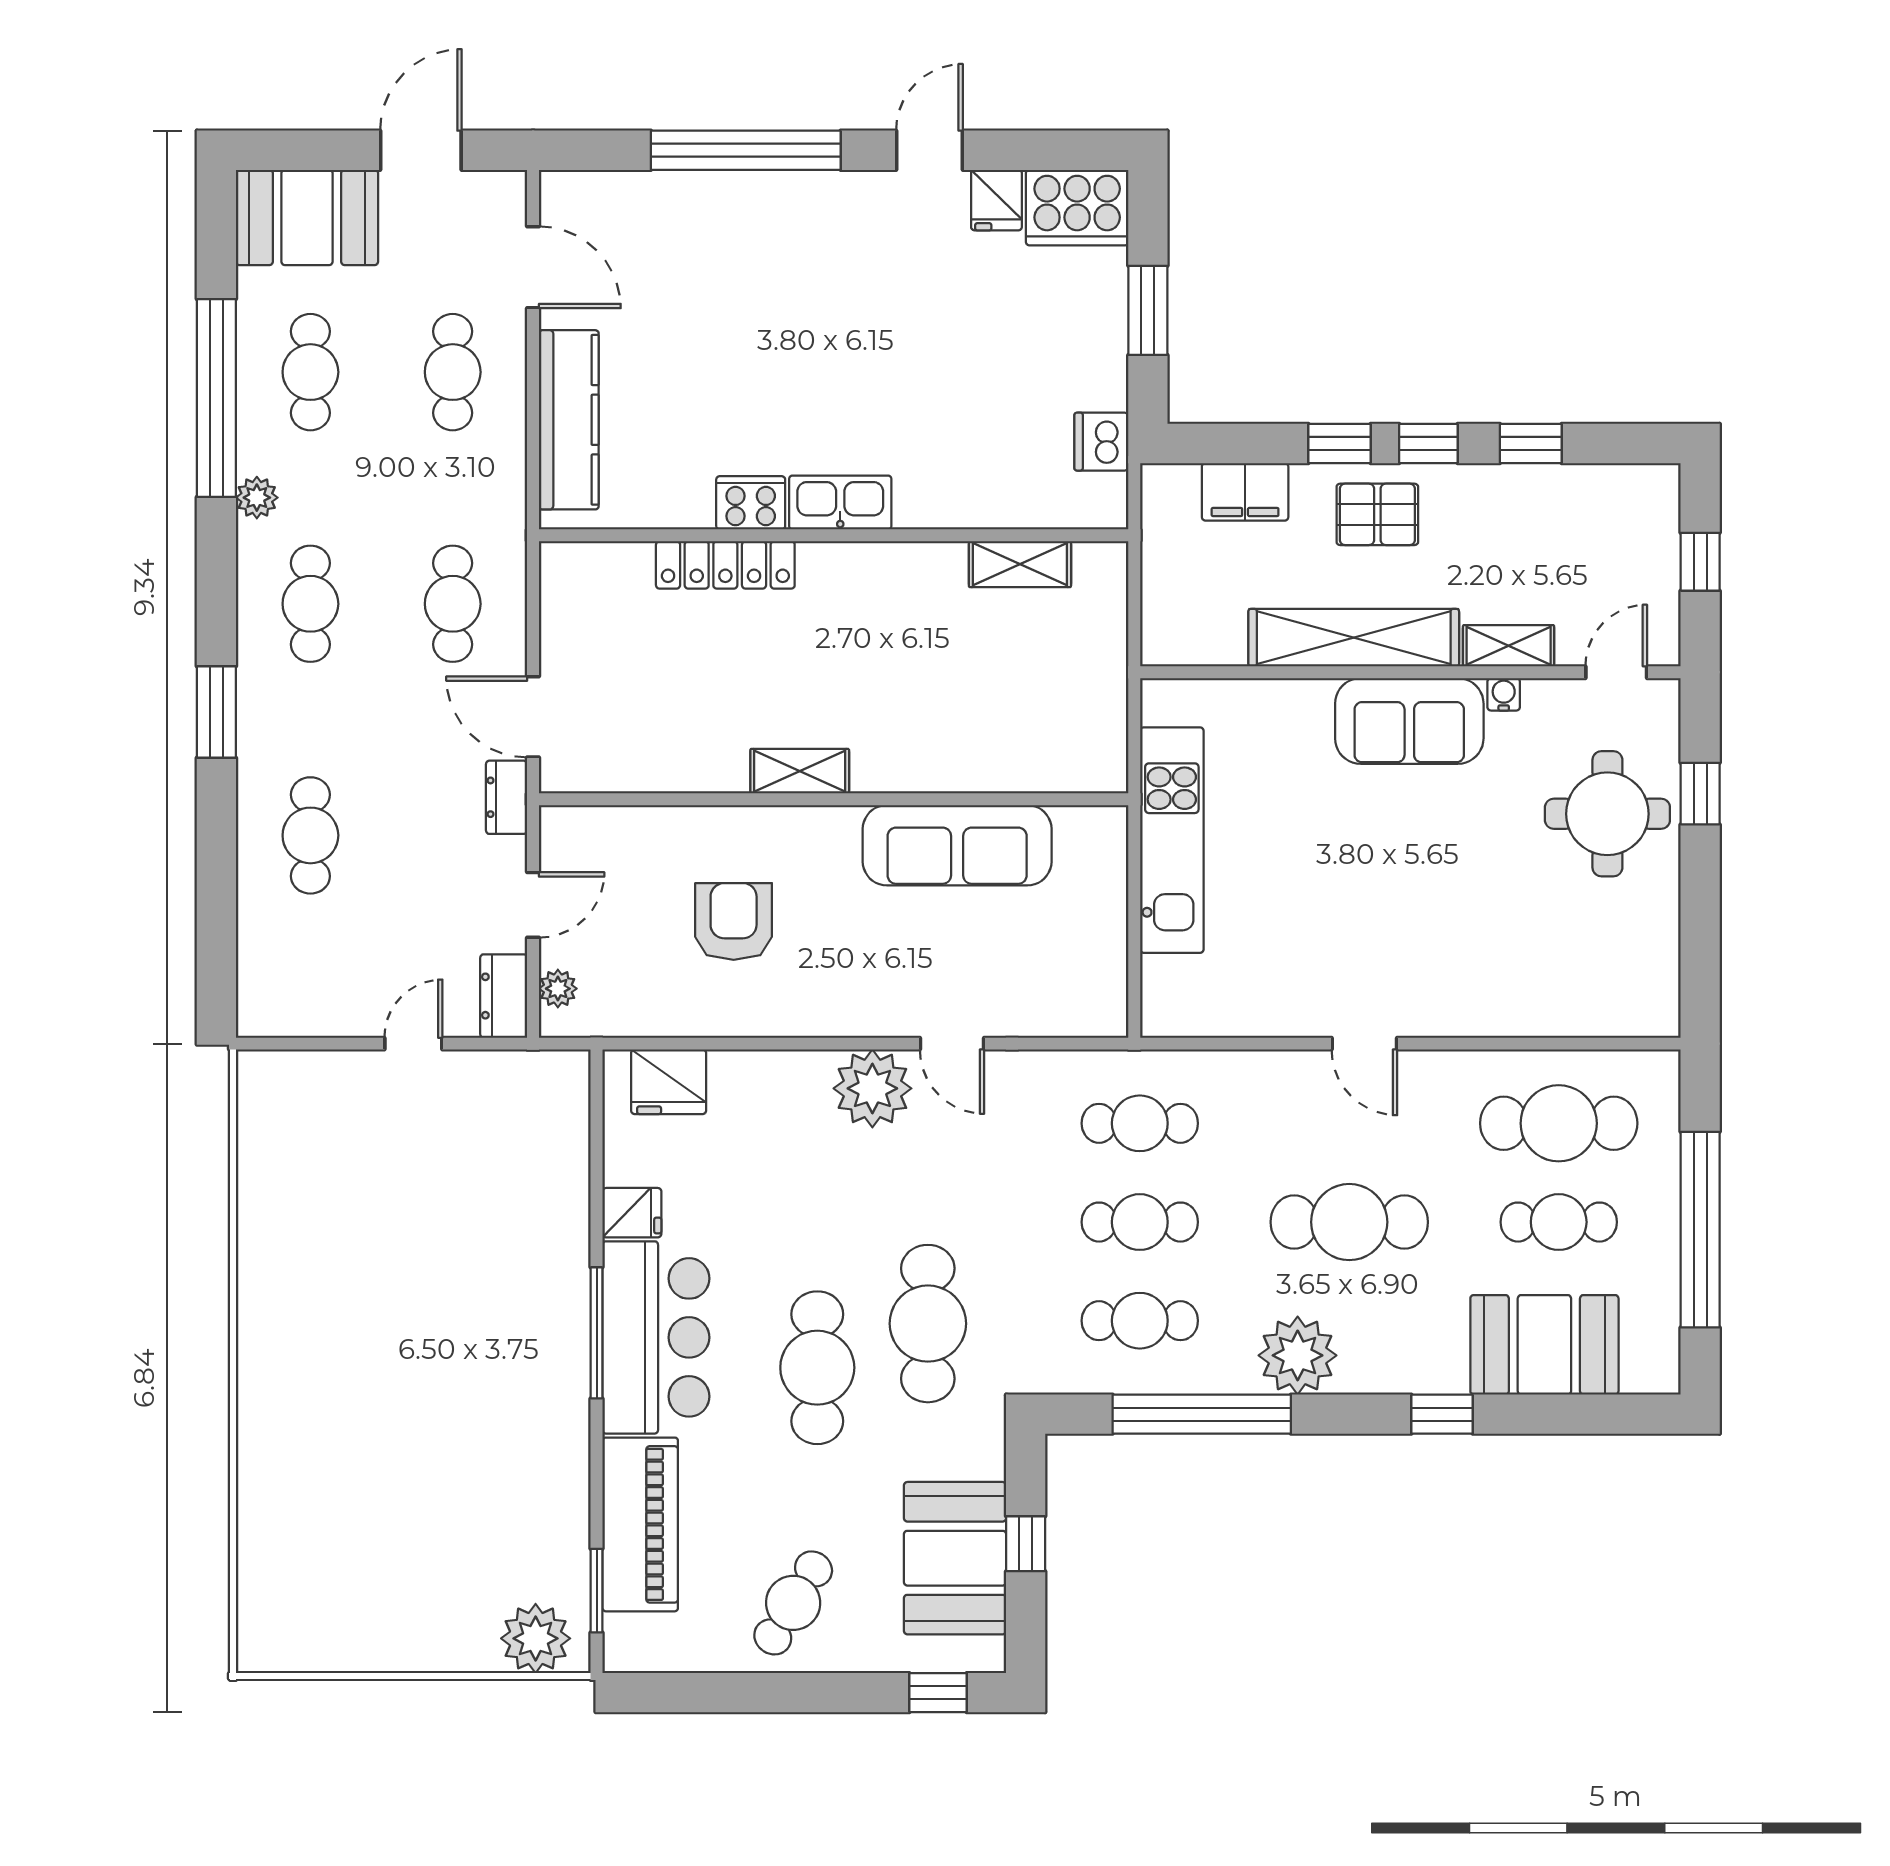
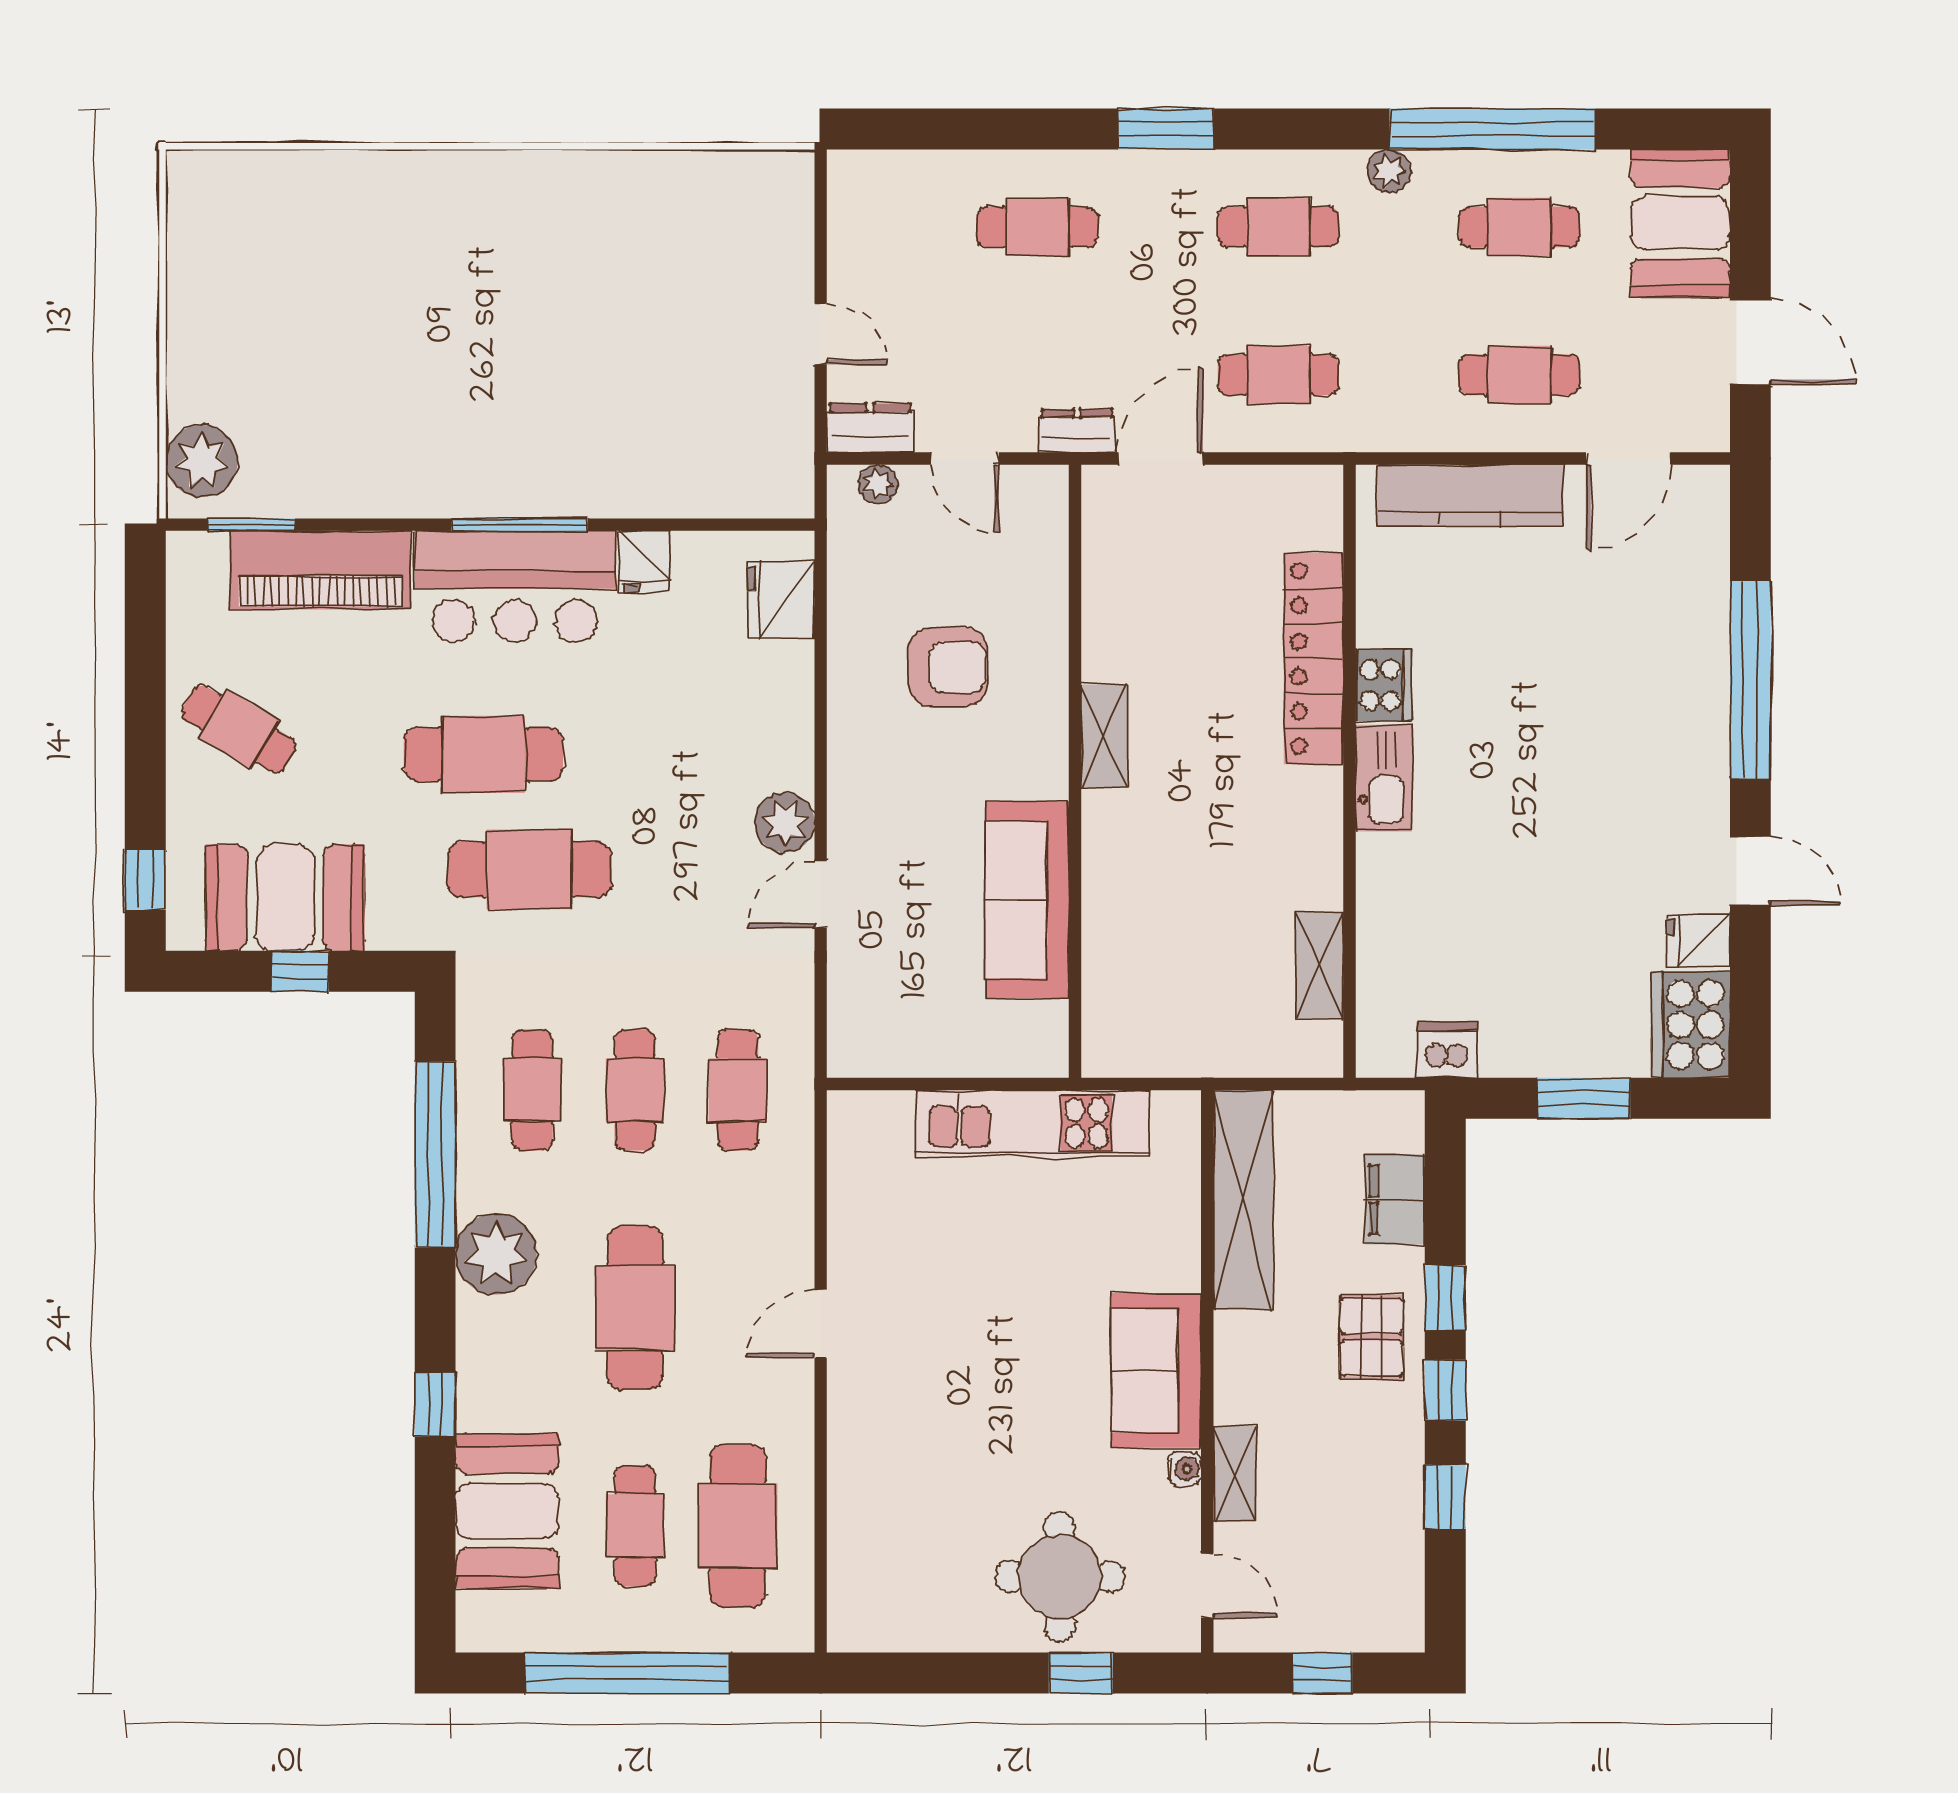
locker: (725, 565) -> (1314, 659), width x1.41, depth x1.21
shelving: (1354, 638) -> (1243, 1200), moved
plant: (872, 1088) -> (785, 822), width x0.73, depth x0.73

